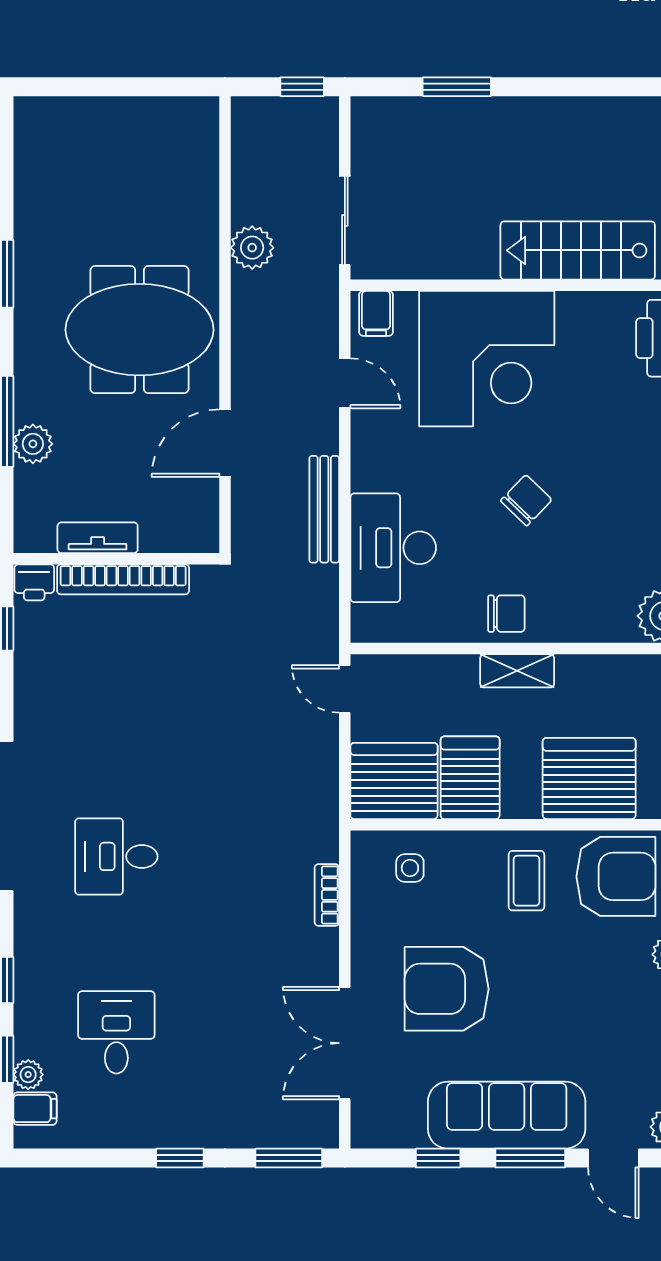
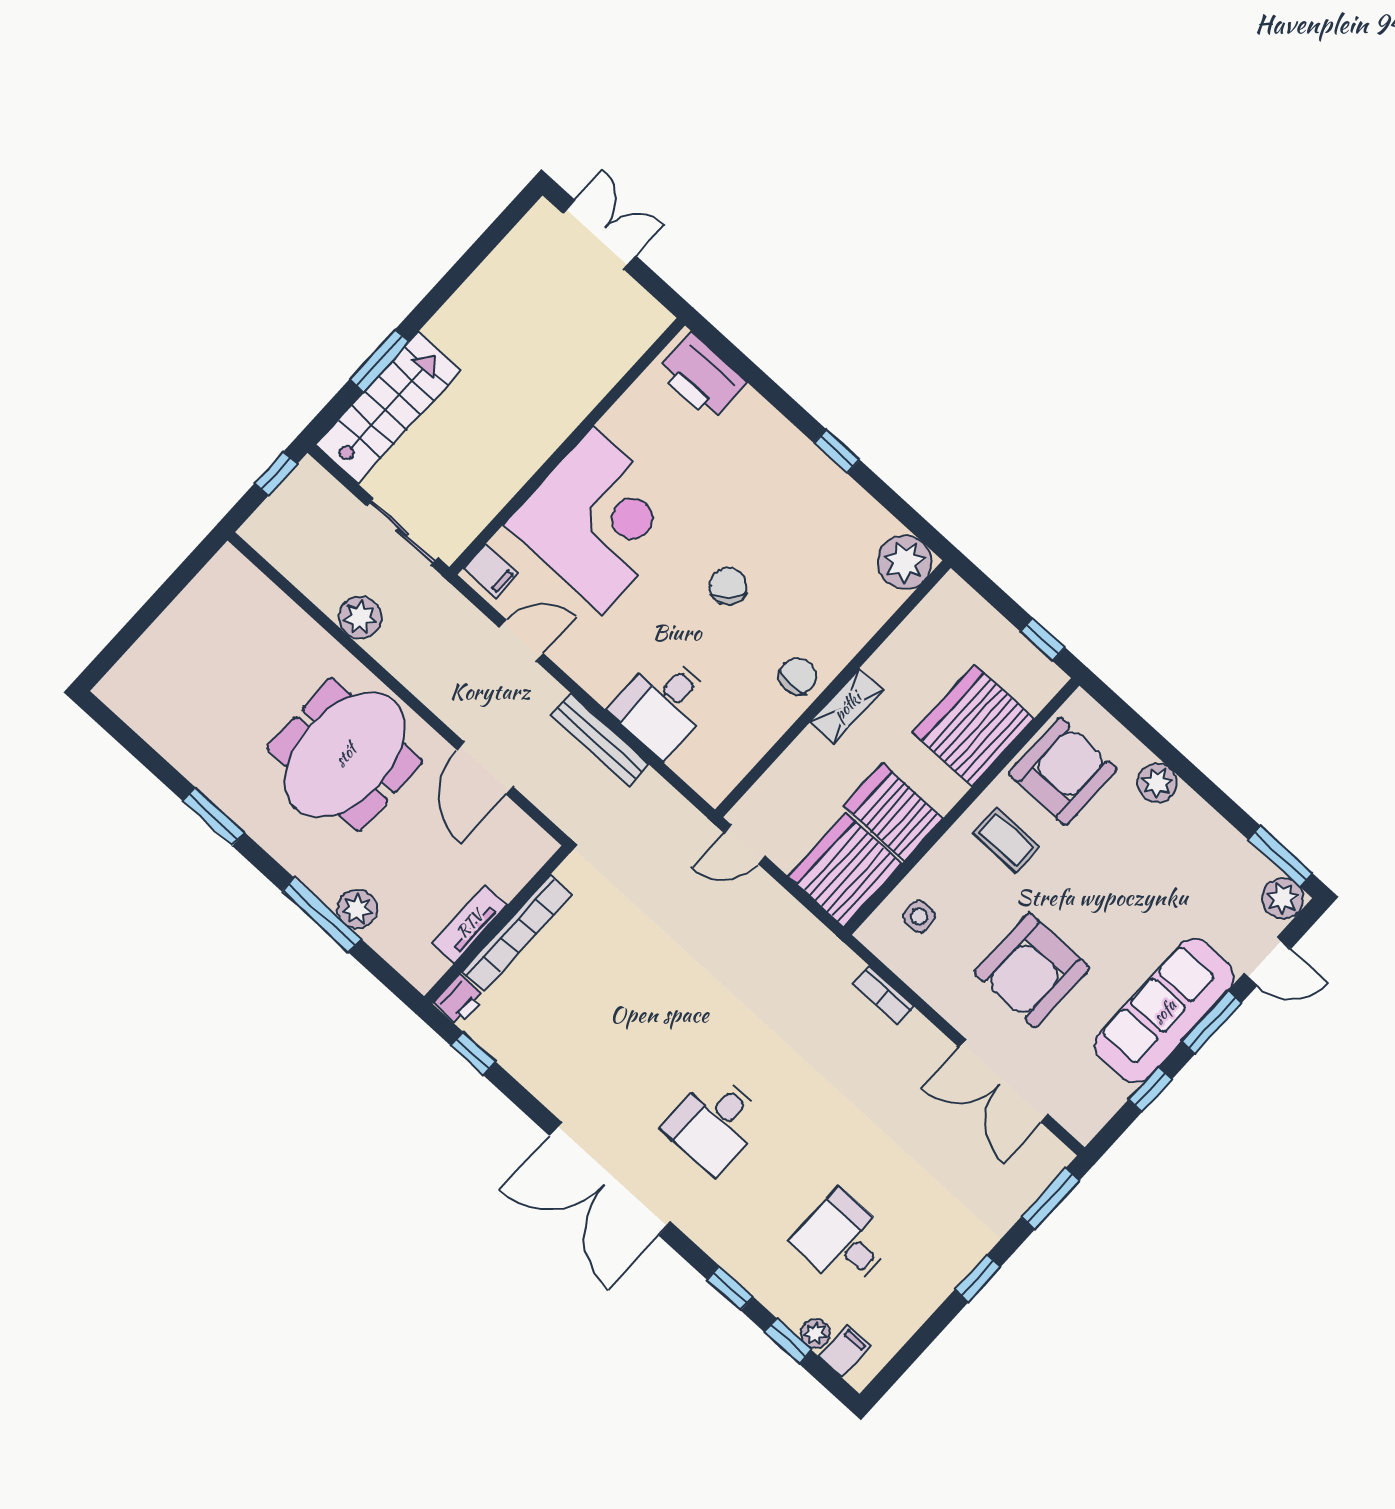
stairs: (578, 250) -> (388, 408), moved, turned 180
desk: (393, 548) -> (663, 705), width x0.73

